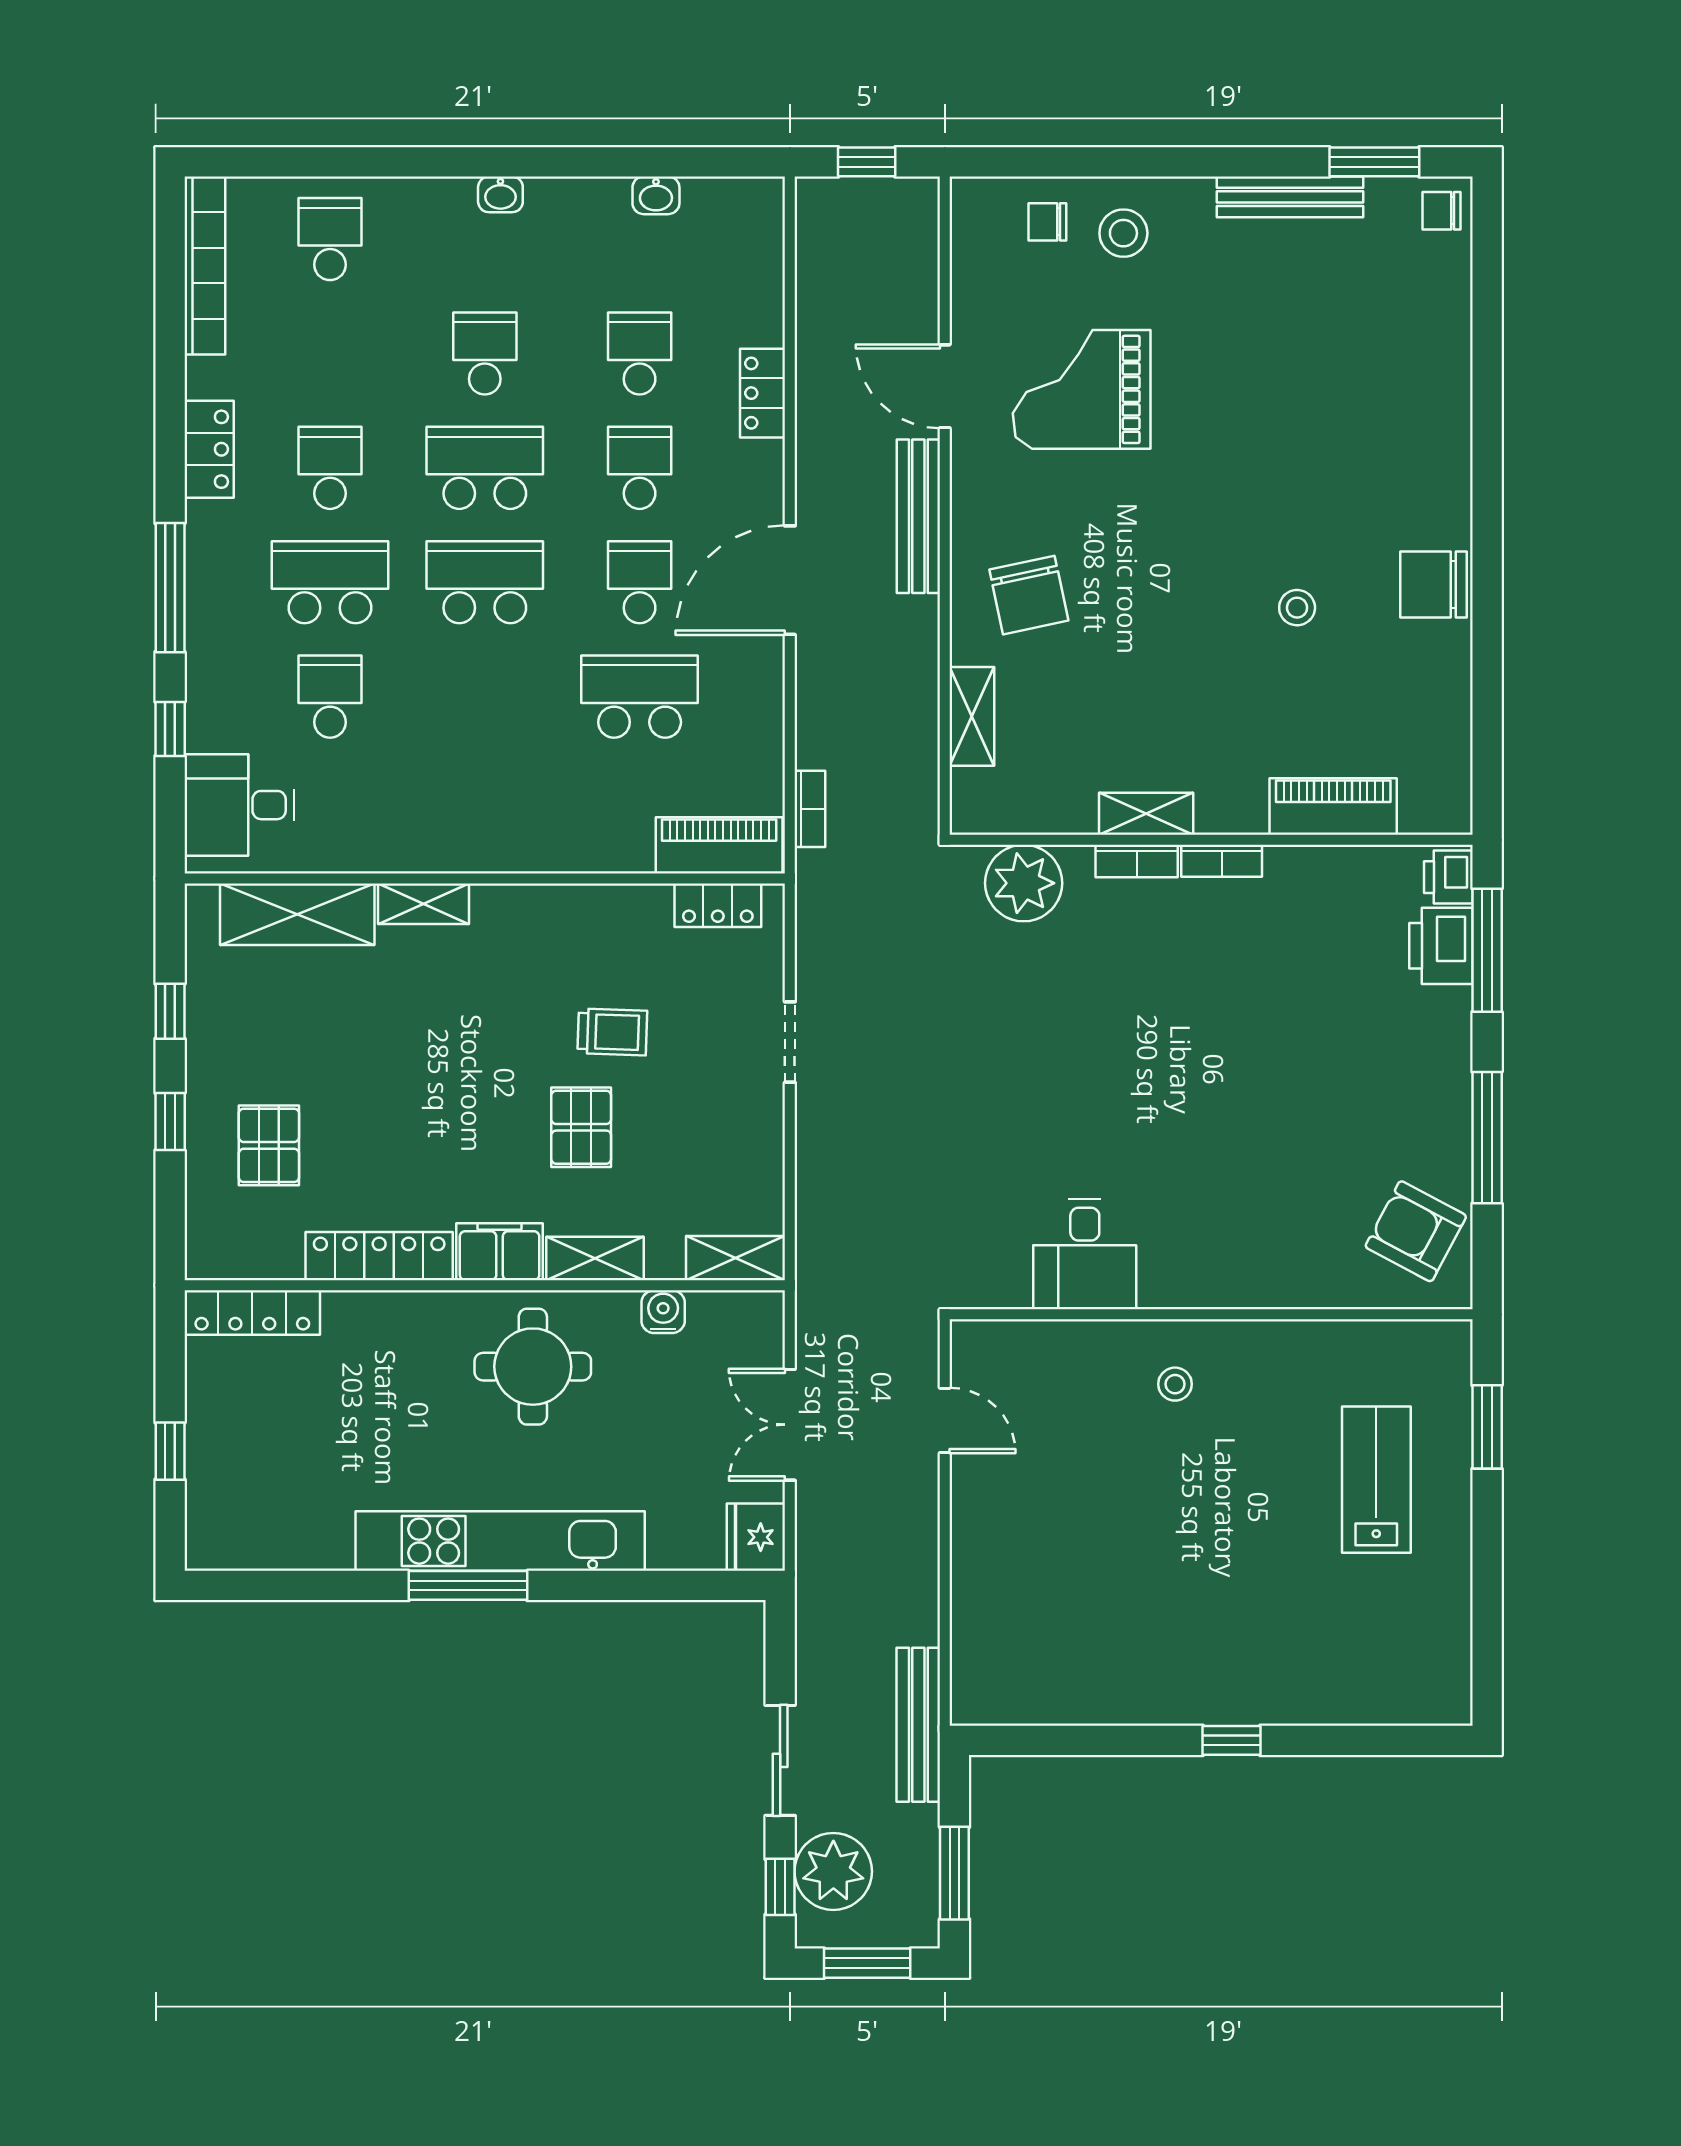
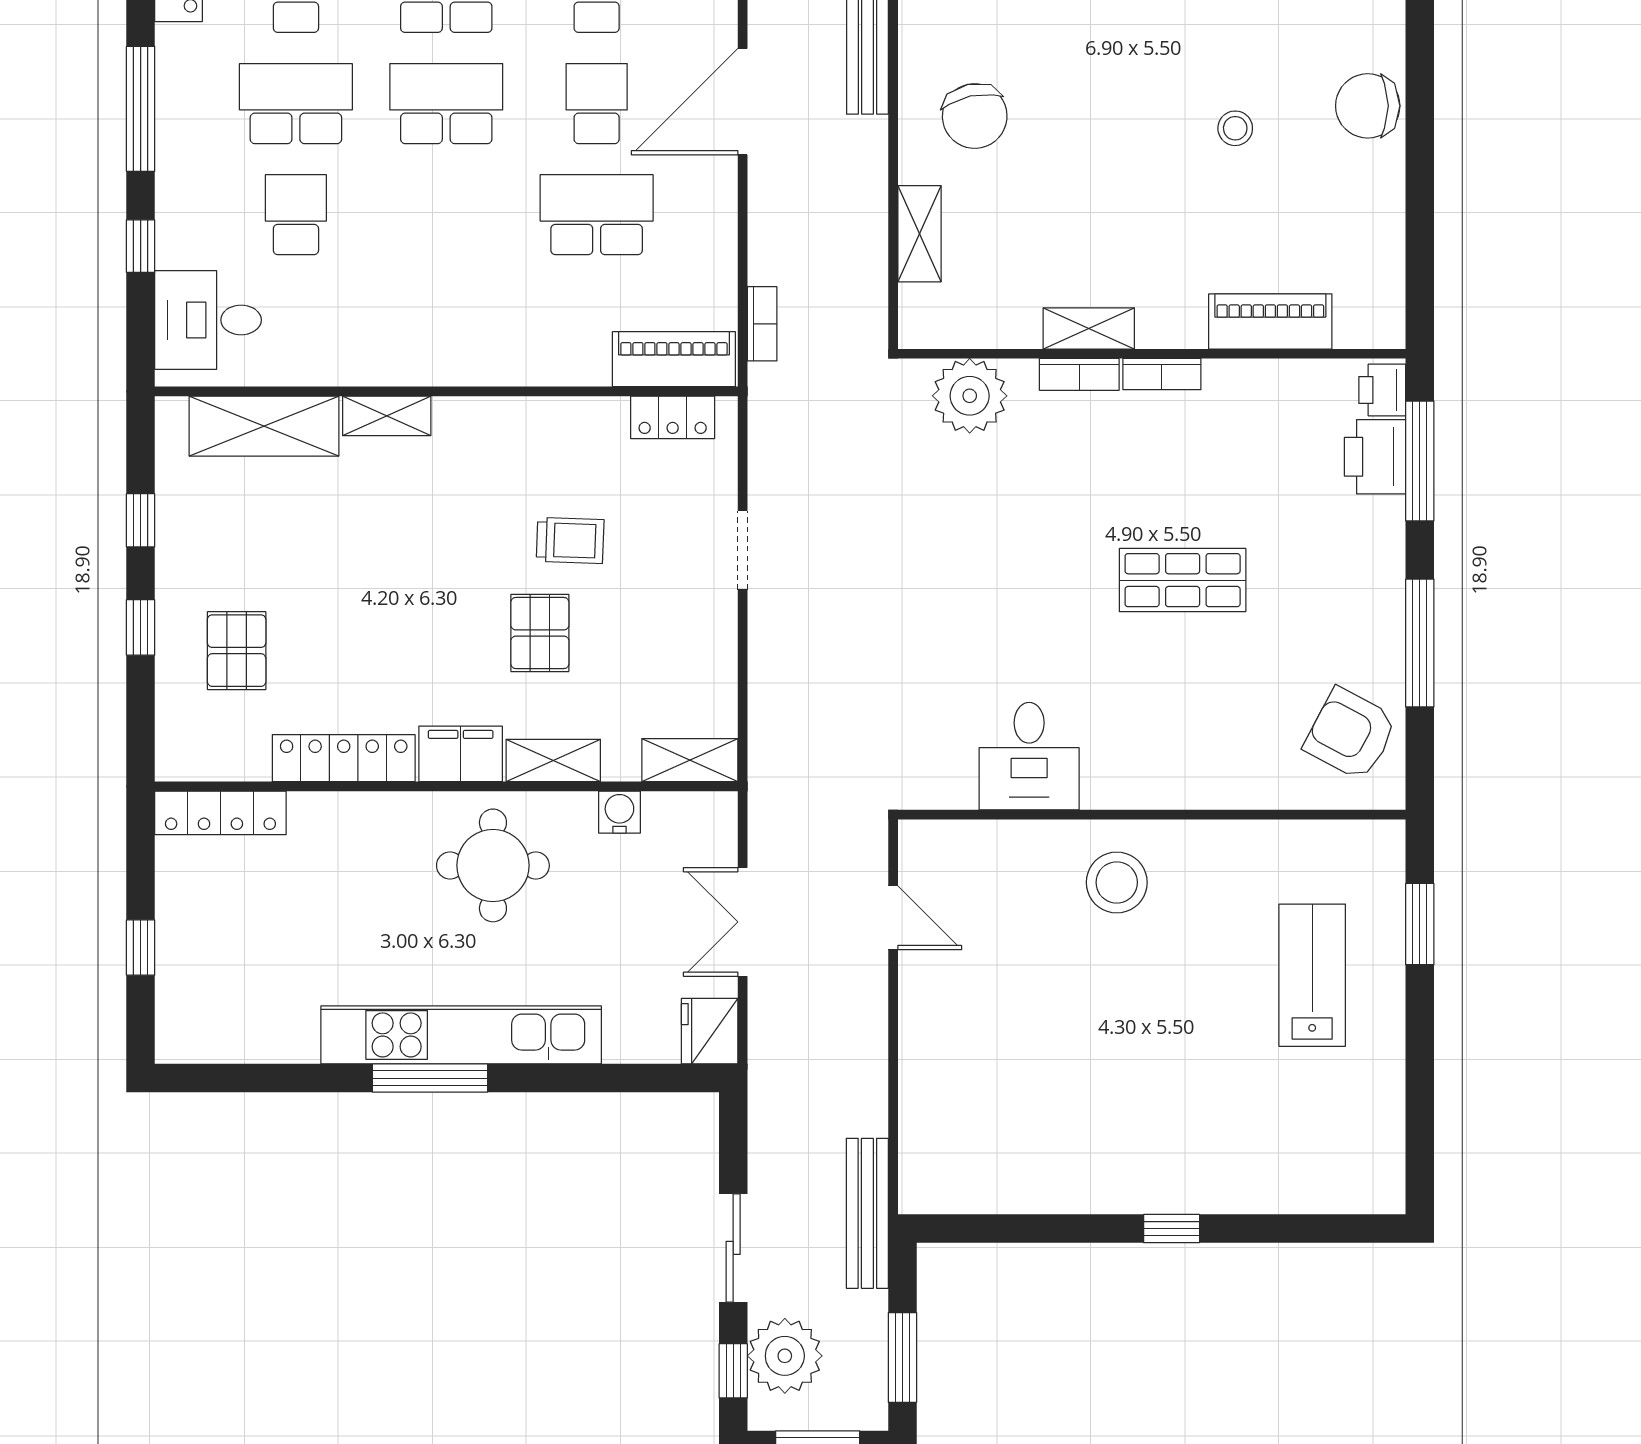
shop shelf: (1243, 1073) -> (1183, 580), added
stool: (1175, 1384) -> (1117, 882), width x1.89, depth x1.89

